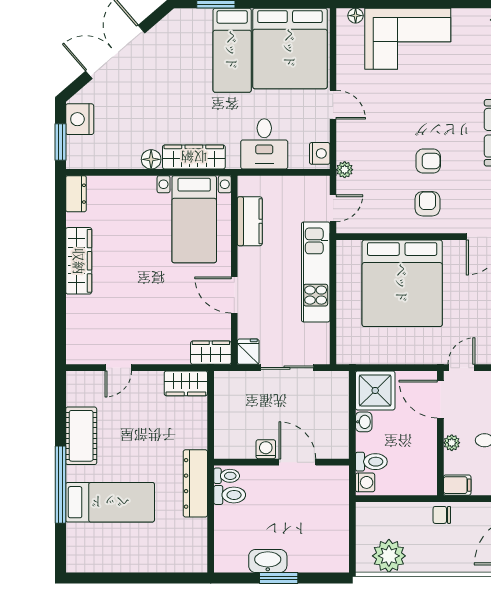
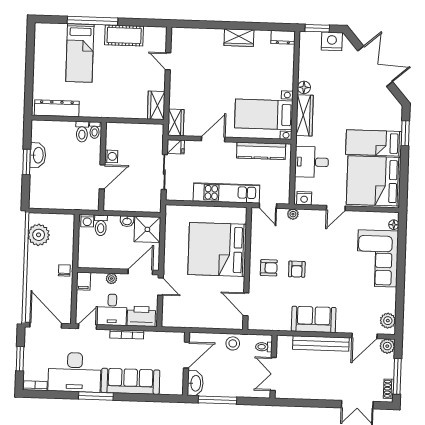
kitchen counter: (250, 221) -> (261, 151), width x1.50
wardrobe: (79, 261) -> (239, 38), width x0.67
dresser: (195, 483) -> (57, 108), moved

